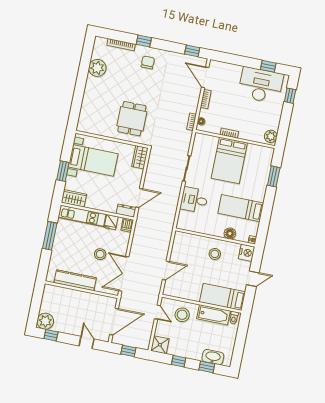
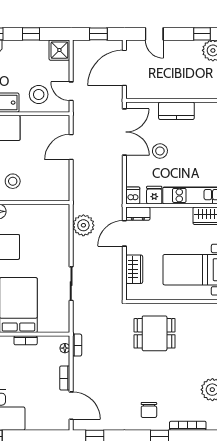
dining table: (132, 119) -> (155, 333), turned 90
wardrobe: (140, 157) -> (134, 269), moved
desk: (194, 200) -> (53, 245), removed
plant: (169, 210) -> (83, 225), added
kitchen counter: (75, 280) -> (176, 111), width x0.67

